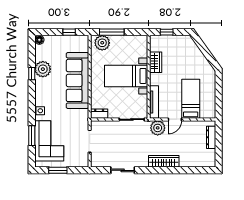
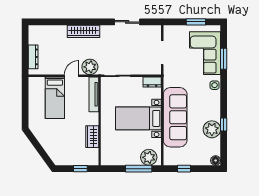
bed with nightstands: (126, 76) -> (138, 118), moved, turned 180

